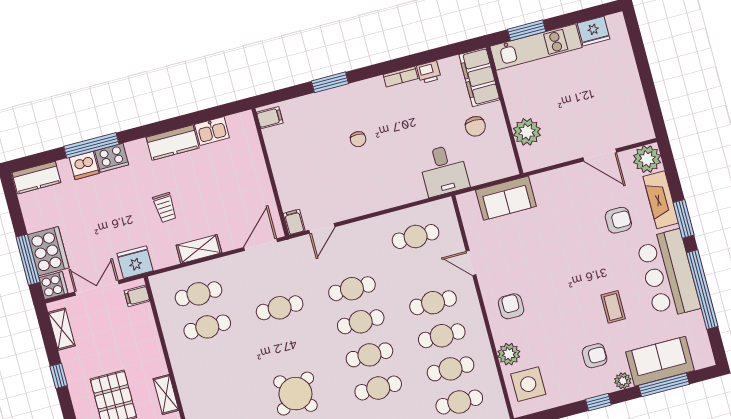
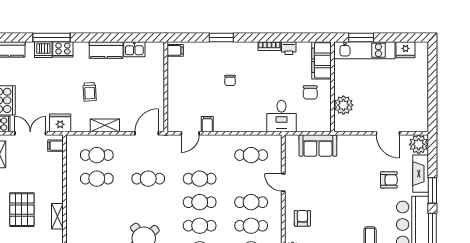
filing cabinet: (294, 222) -> (207, 124), moved

